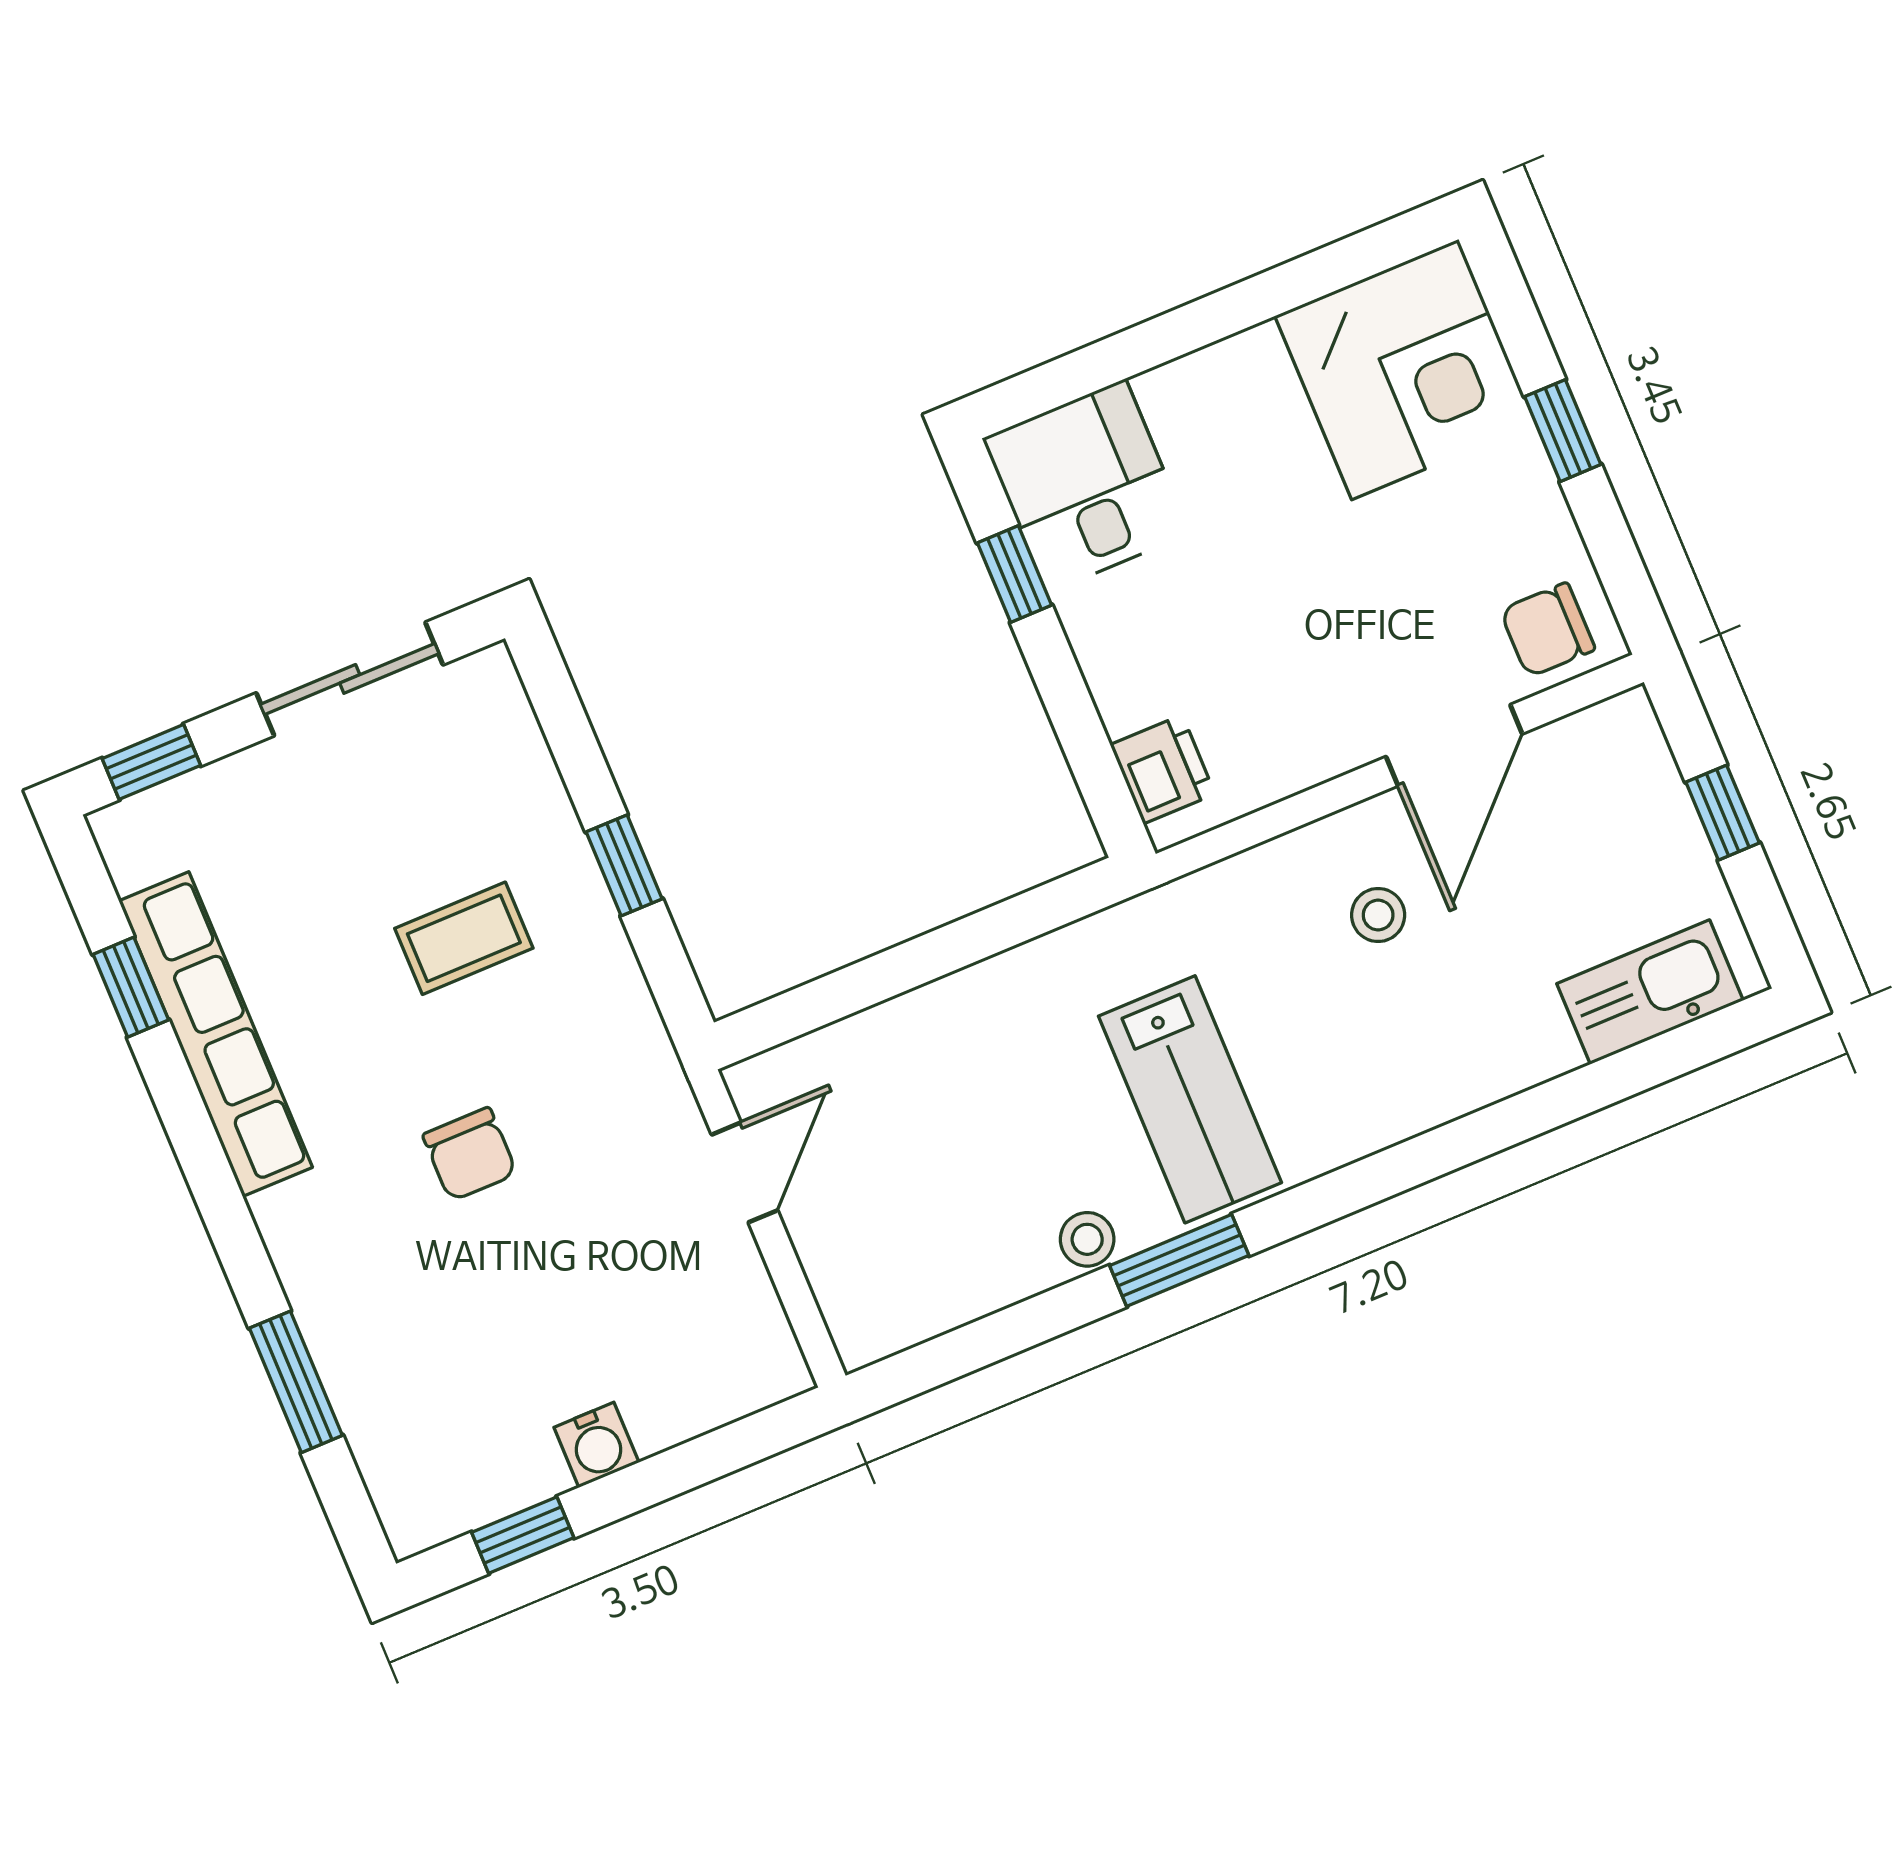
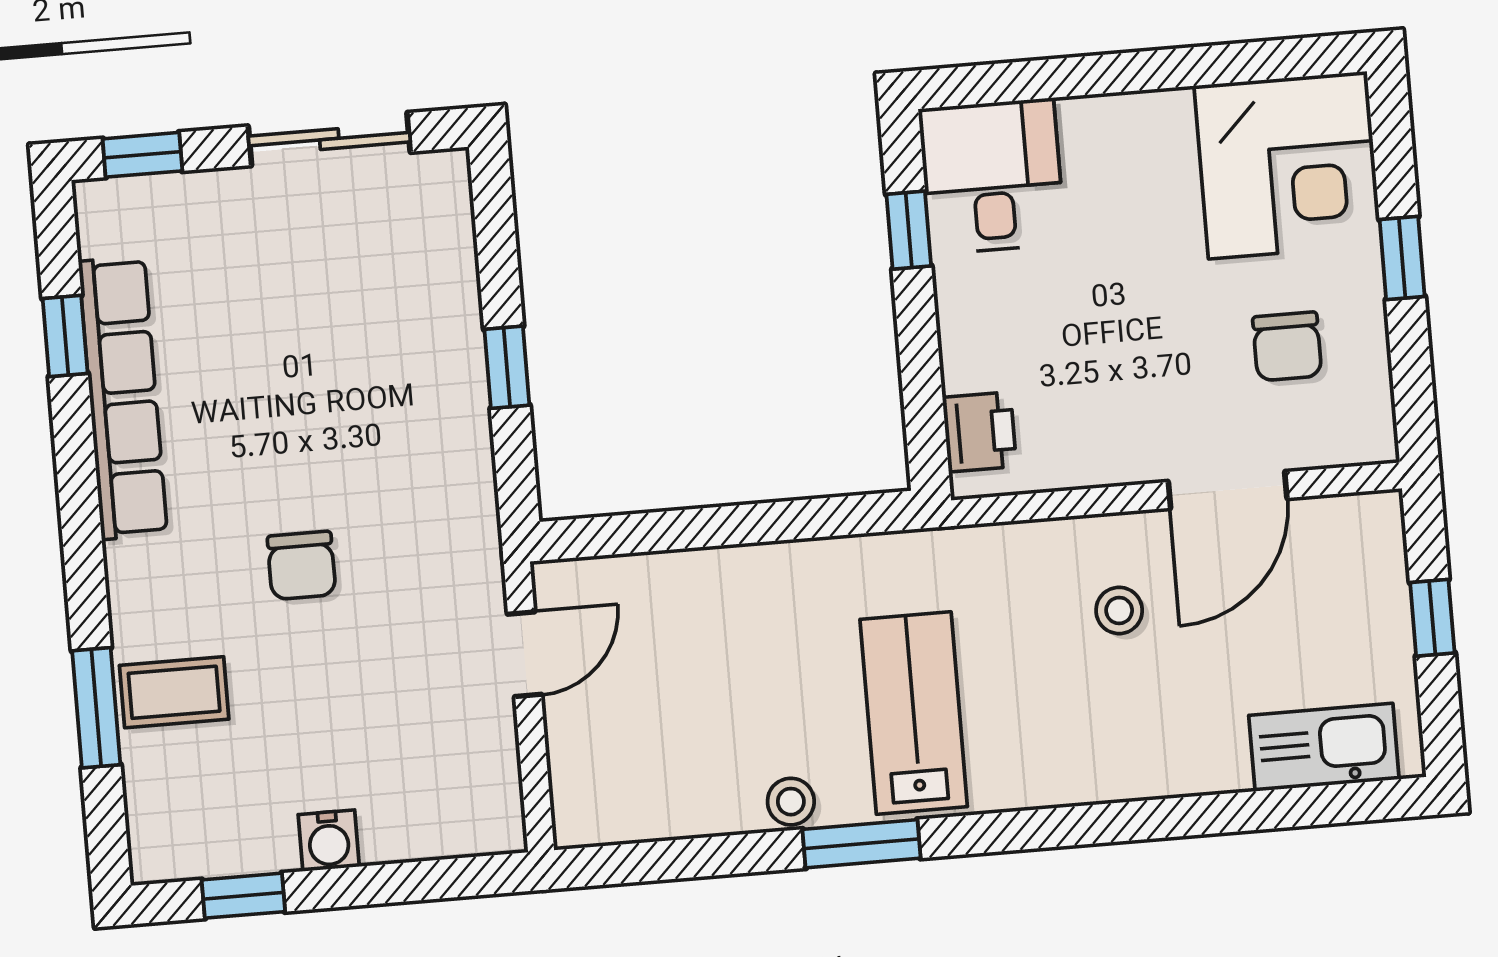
chair: (1548, 630) -> (1287, 346), moved, turned -90
coffee table: (464, 938) -> (174, 692), moved
lab bench: (1190, 1099) -> (914, 713), turned 180

